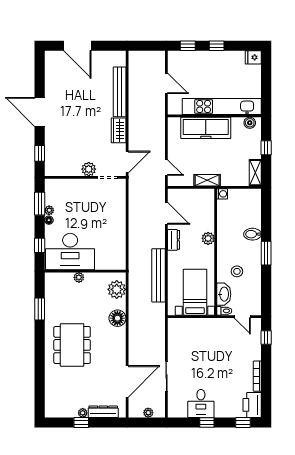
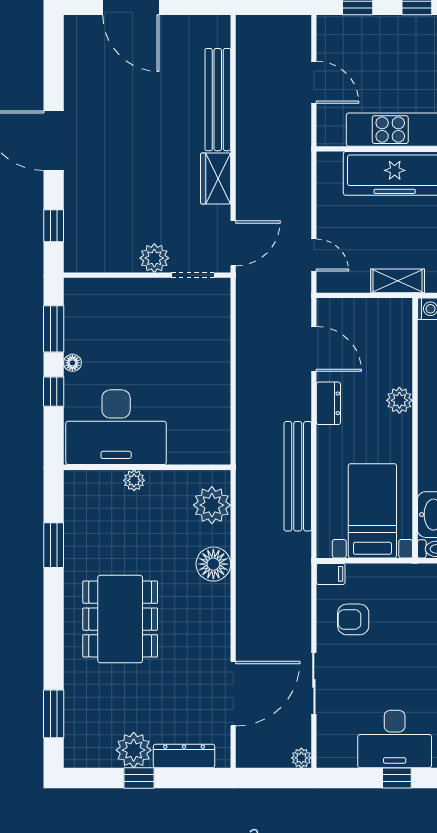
plant: (49, 210) -> (73, 343), removed
window: (40, 245) -> (54, 392), moved
filing cabinet: (175, 323) -> (331, 574), added
armchair: (186, 345) -> (353, 619), added
window: (40, 391) -> (54, 714), added
desk: (201, 403) -> (395, 739), width x1.37
plant: (83, 413) -> (134, 750), width x1.88, depth x1.88
plant: (148, 413) -> (301, 758), moved

